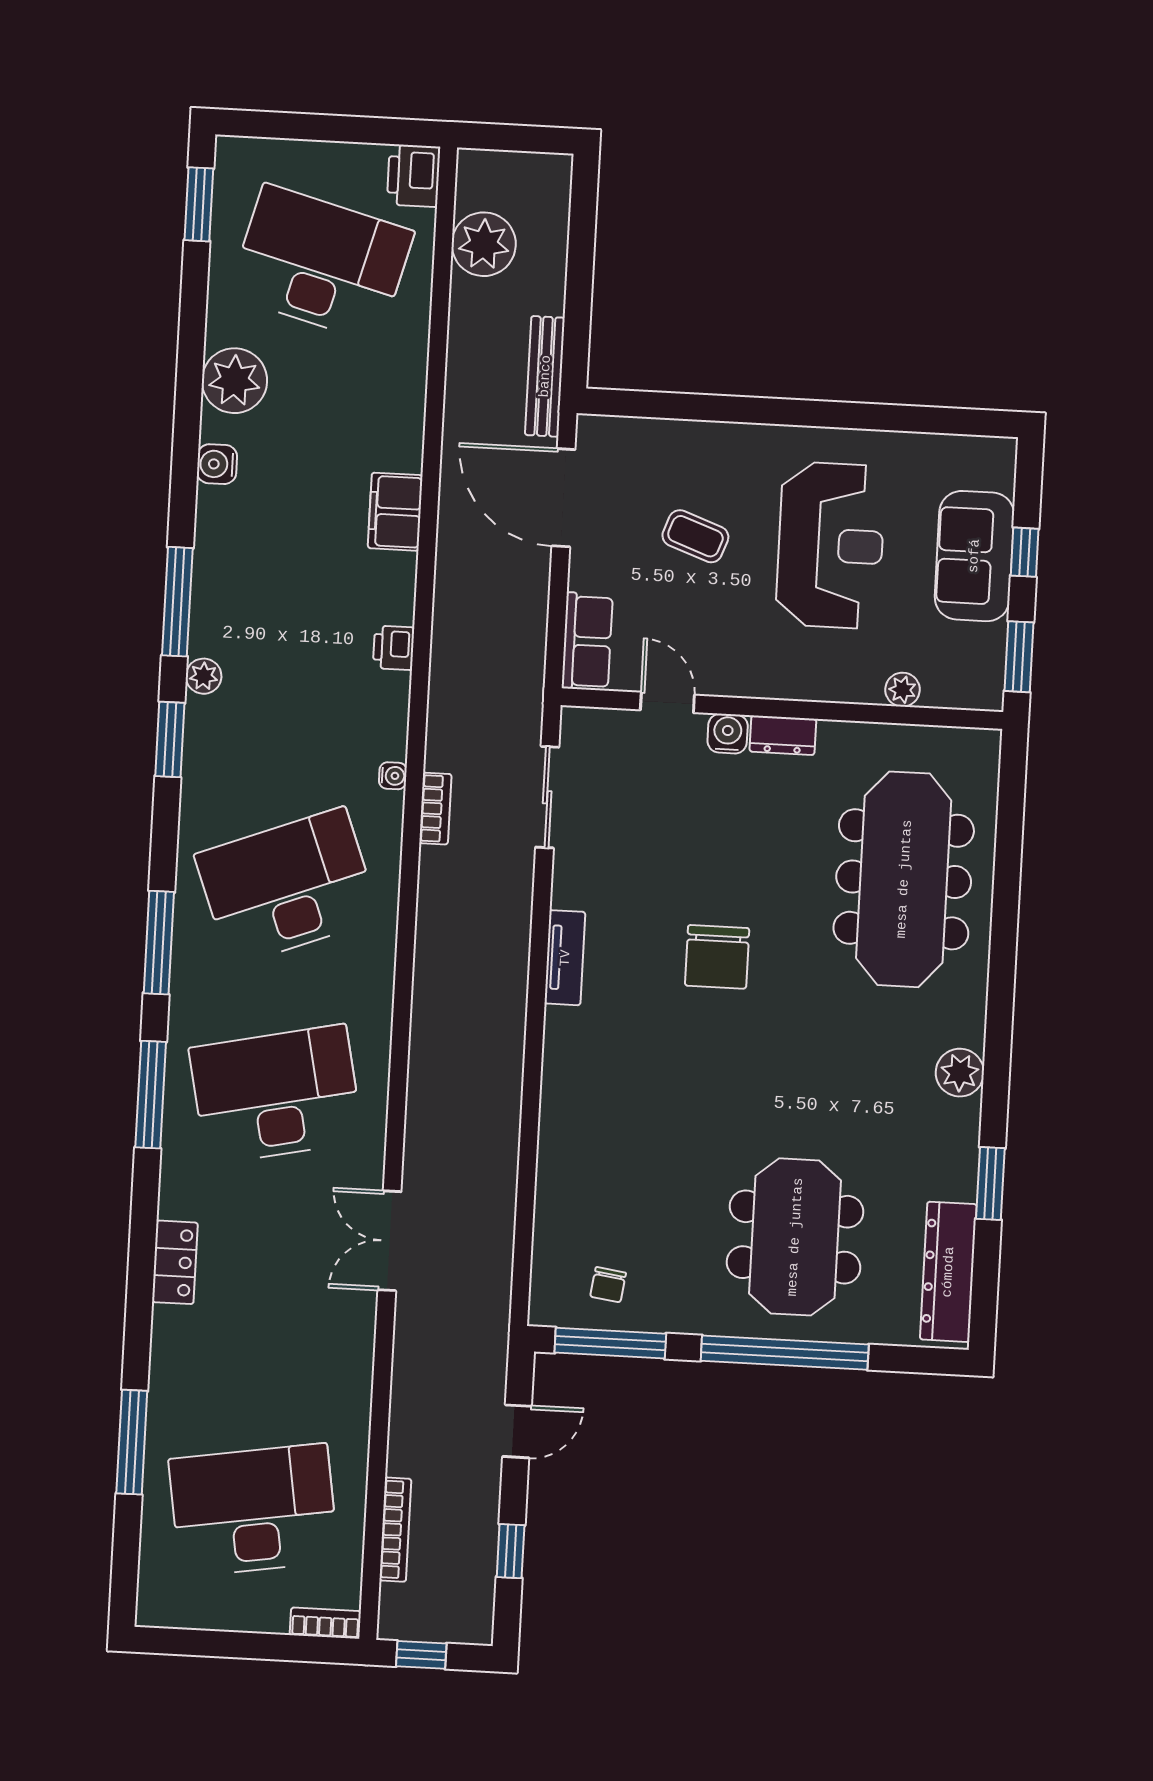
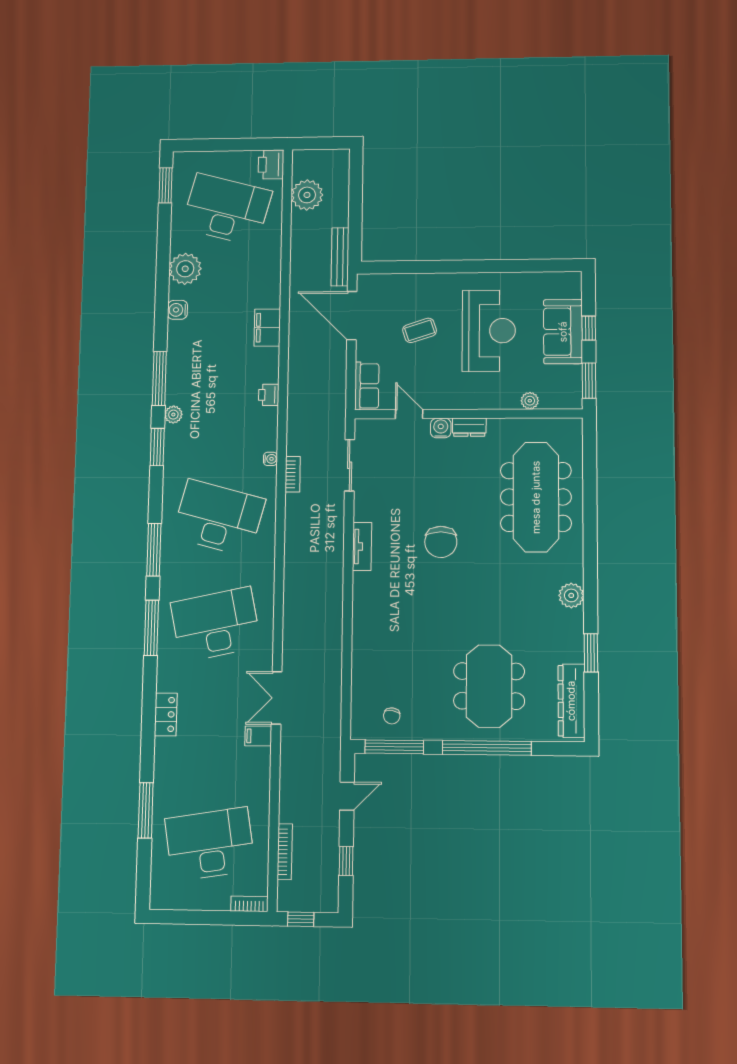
coffee table: (695, 536) -> (420, 330), turned -38
desk: (287, 887) -> (218, 518), turned 36
filing cabinet: (352, 1311) -> (258, 736), added

